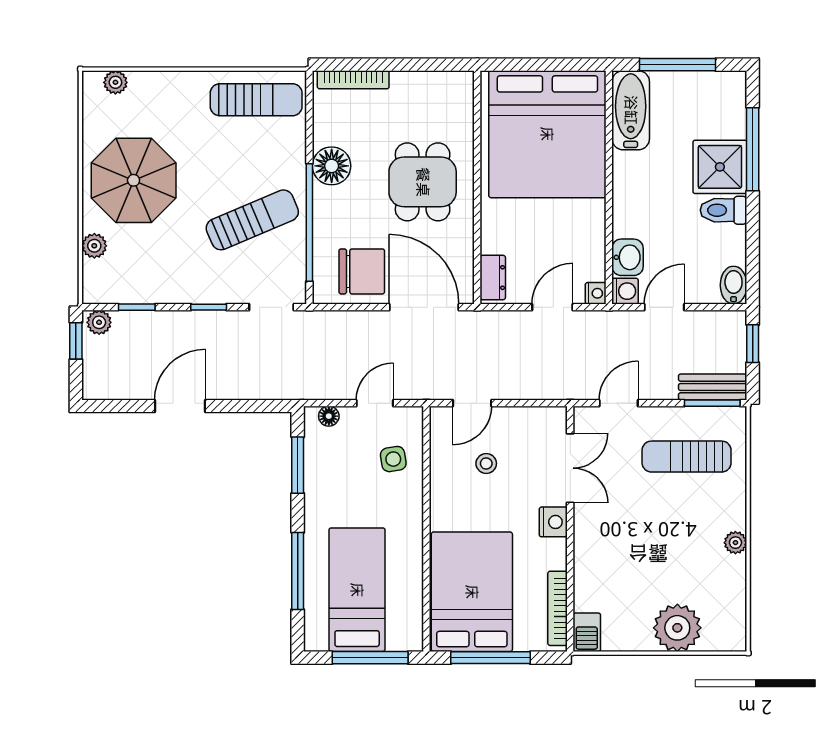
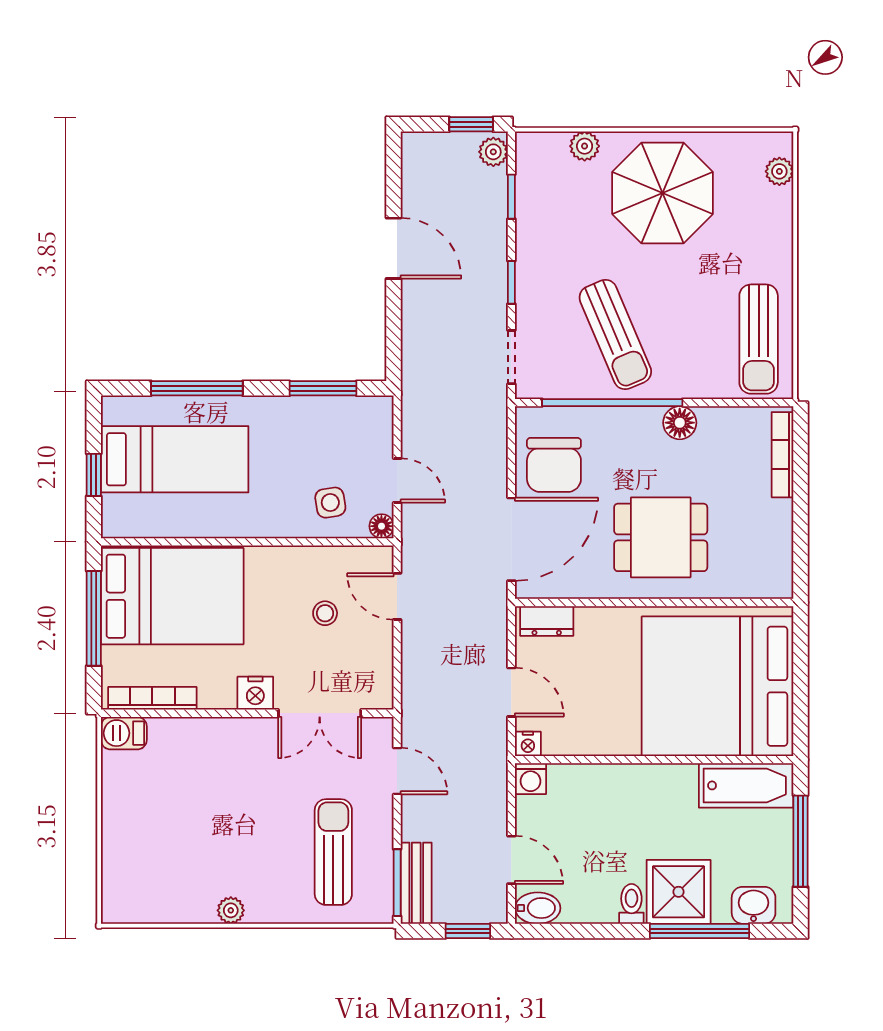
floor lamp: (332, 166) -> (680, 423), width x0.73, depth x0.73
toilet: (724, 210) -> (631, 904), width x0.73, depth x0.72
washbasin: (628, 257) -> (754, 905), moved, turned 180
door: (664, 307) -> (511, 860), moved
floor lamp: (329, 416) -> (381, 526), moved
plant: (677, 628) -> (129, 841), removed
window: (370, 658) -> (94, 475), width x0.46

